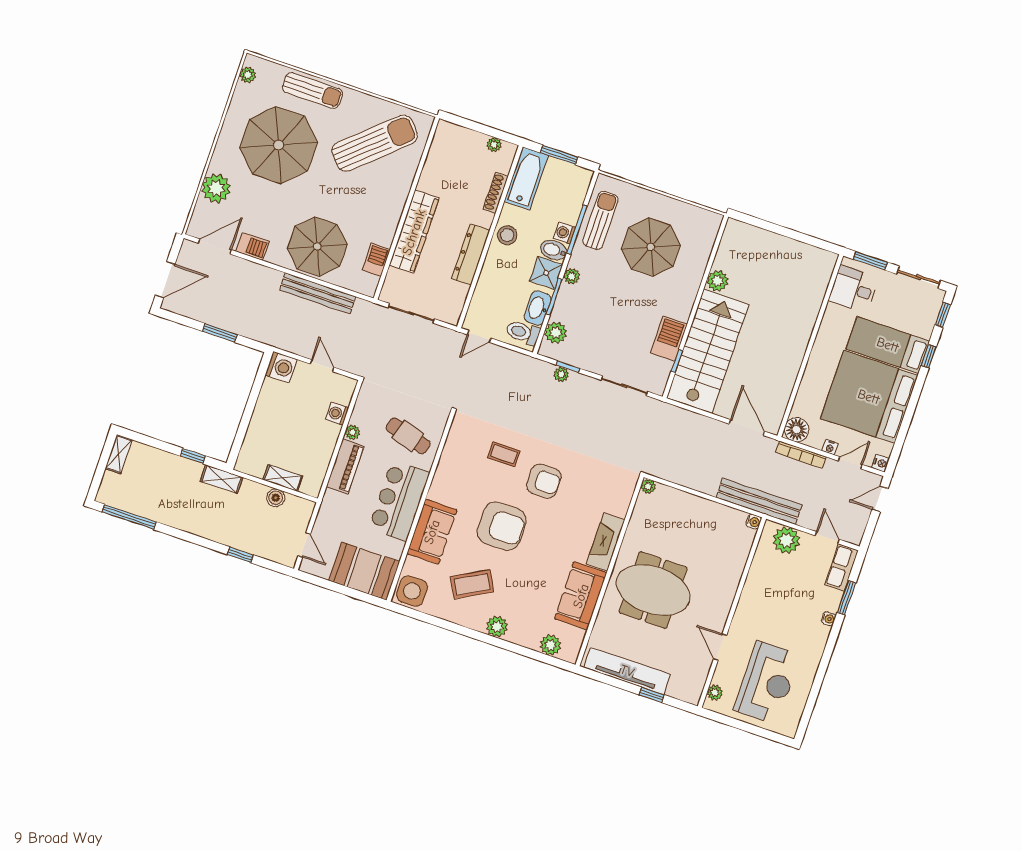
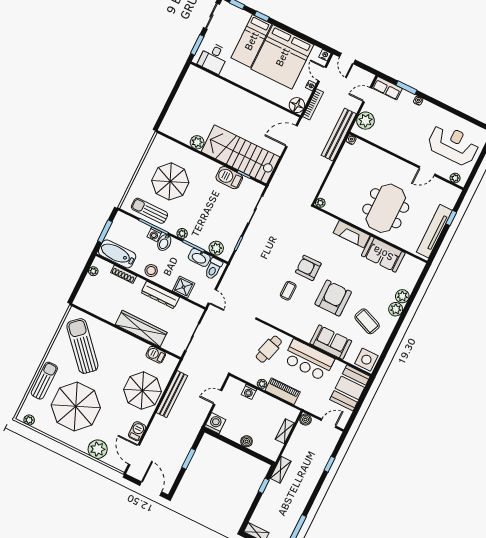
shower: (546, 273) -> (184, 287), moved
plant: (561, 374) -> (243, 248), removed
boiler: (259, 420) -> (247, 441), added
armchair: (544, 481) -> (308, 268), turned -90
boiler: (276, 498) -> (305, 420), moved
coffee table: (472, 584) -> (367, 321), turned -39
plant: (551, 645) -> (402, 296), moved

